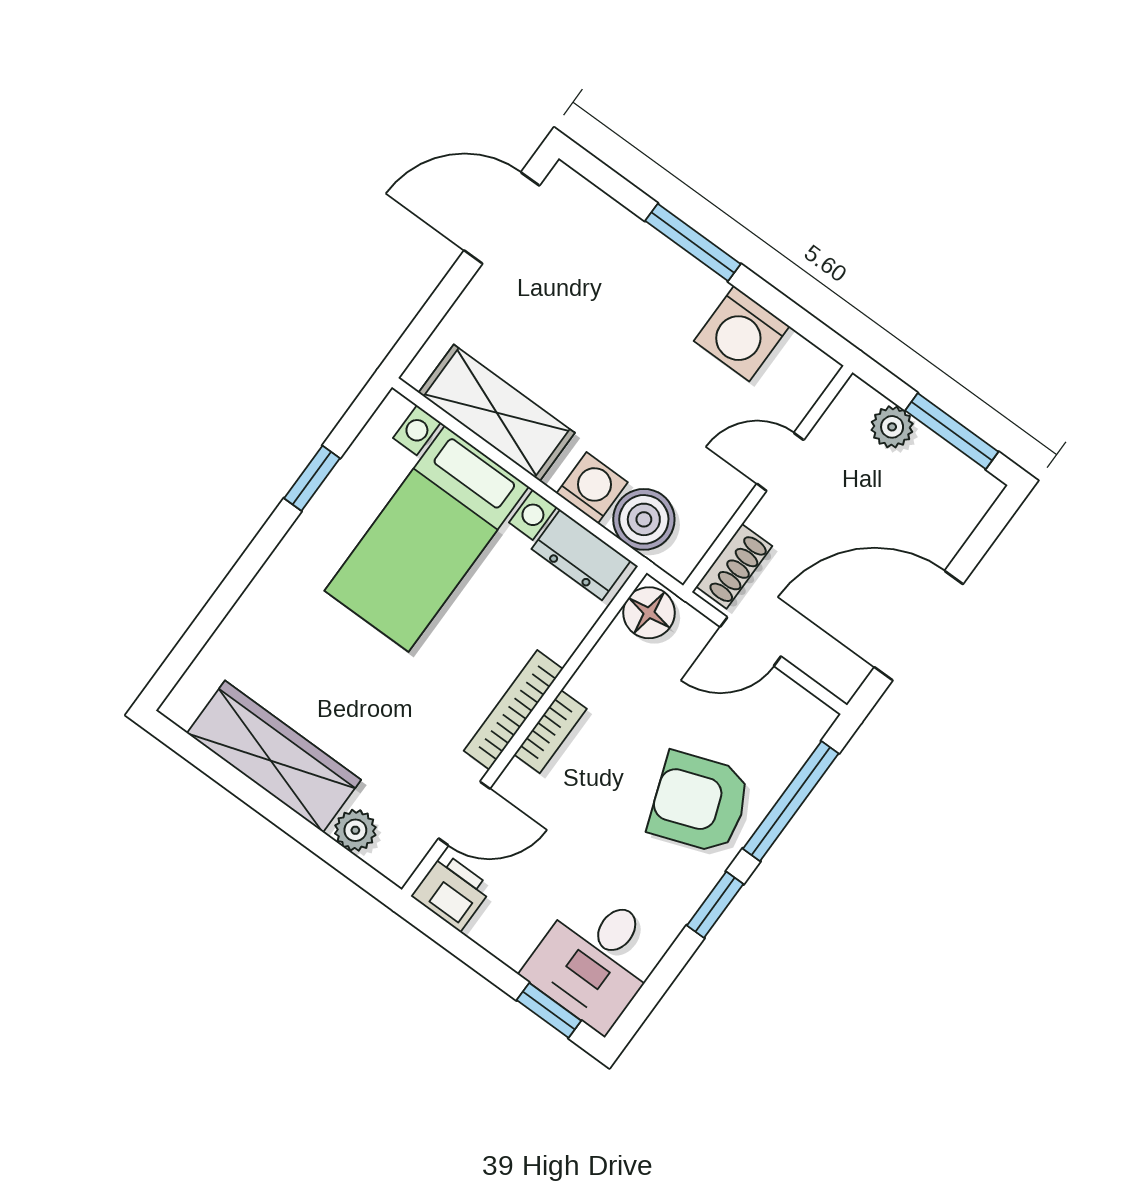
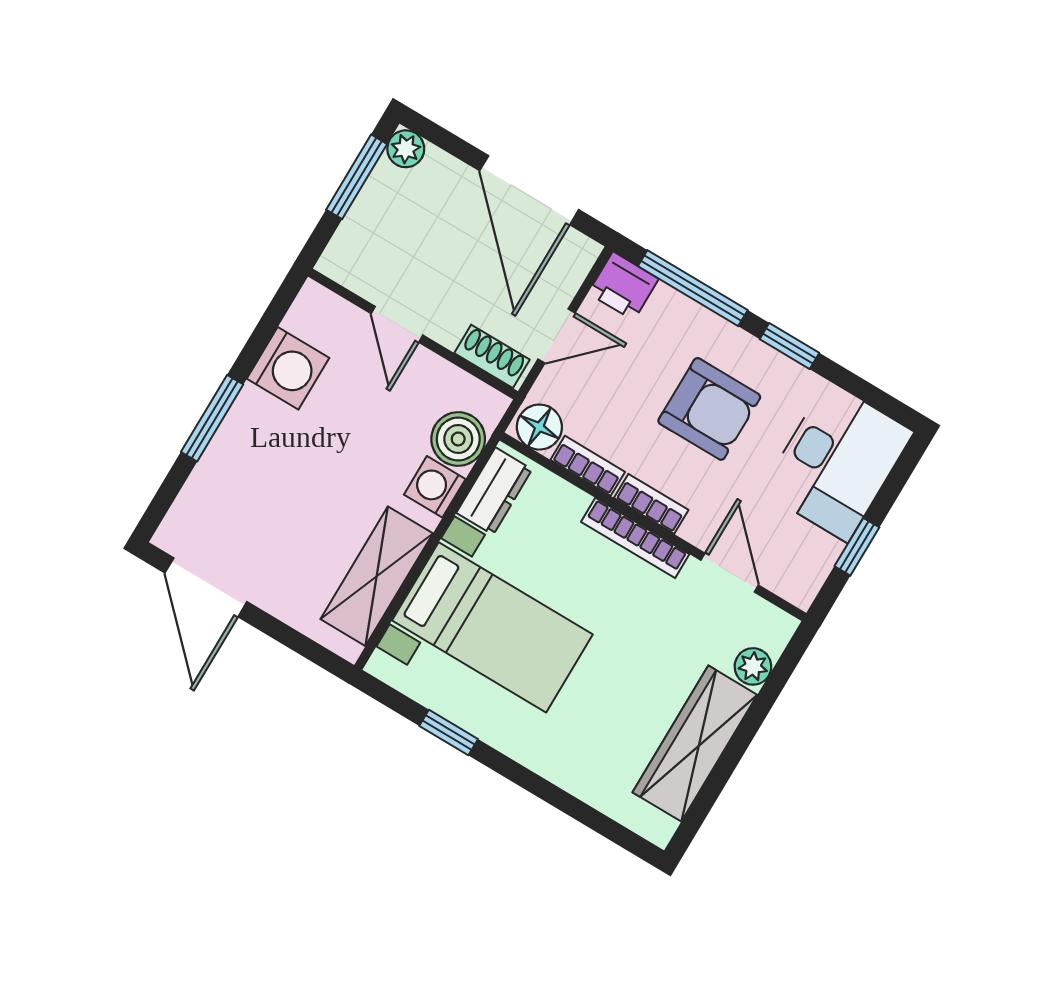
plant: (892, 427) -> (406, 149), moved
door: (751, 642) -> (557, 336), hinge flipped
bookcase: (600, 664) -> (588, 466), added
armchair: (699, 802) -> (709, 409), moved, turned -70
printer: (452, 892) -> (623, 286), moved, turned -90
desk: (595, 959) -> (837, 461), width x1.37
window: (549, 1010) -> (857, 547), moved

